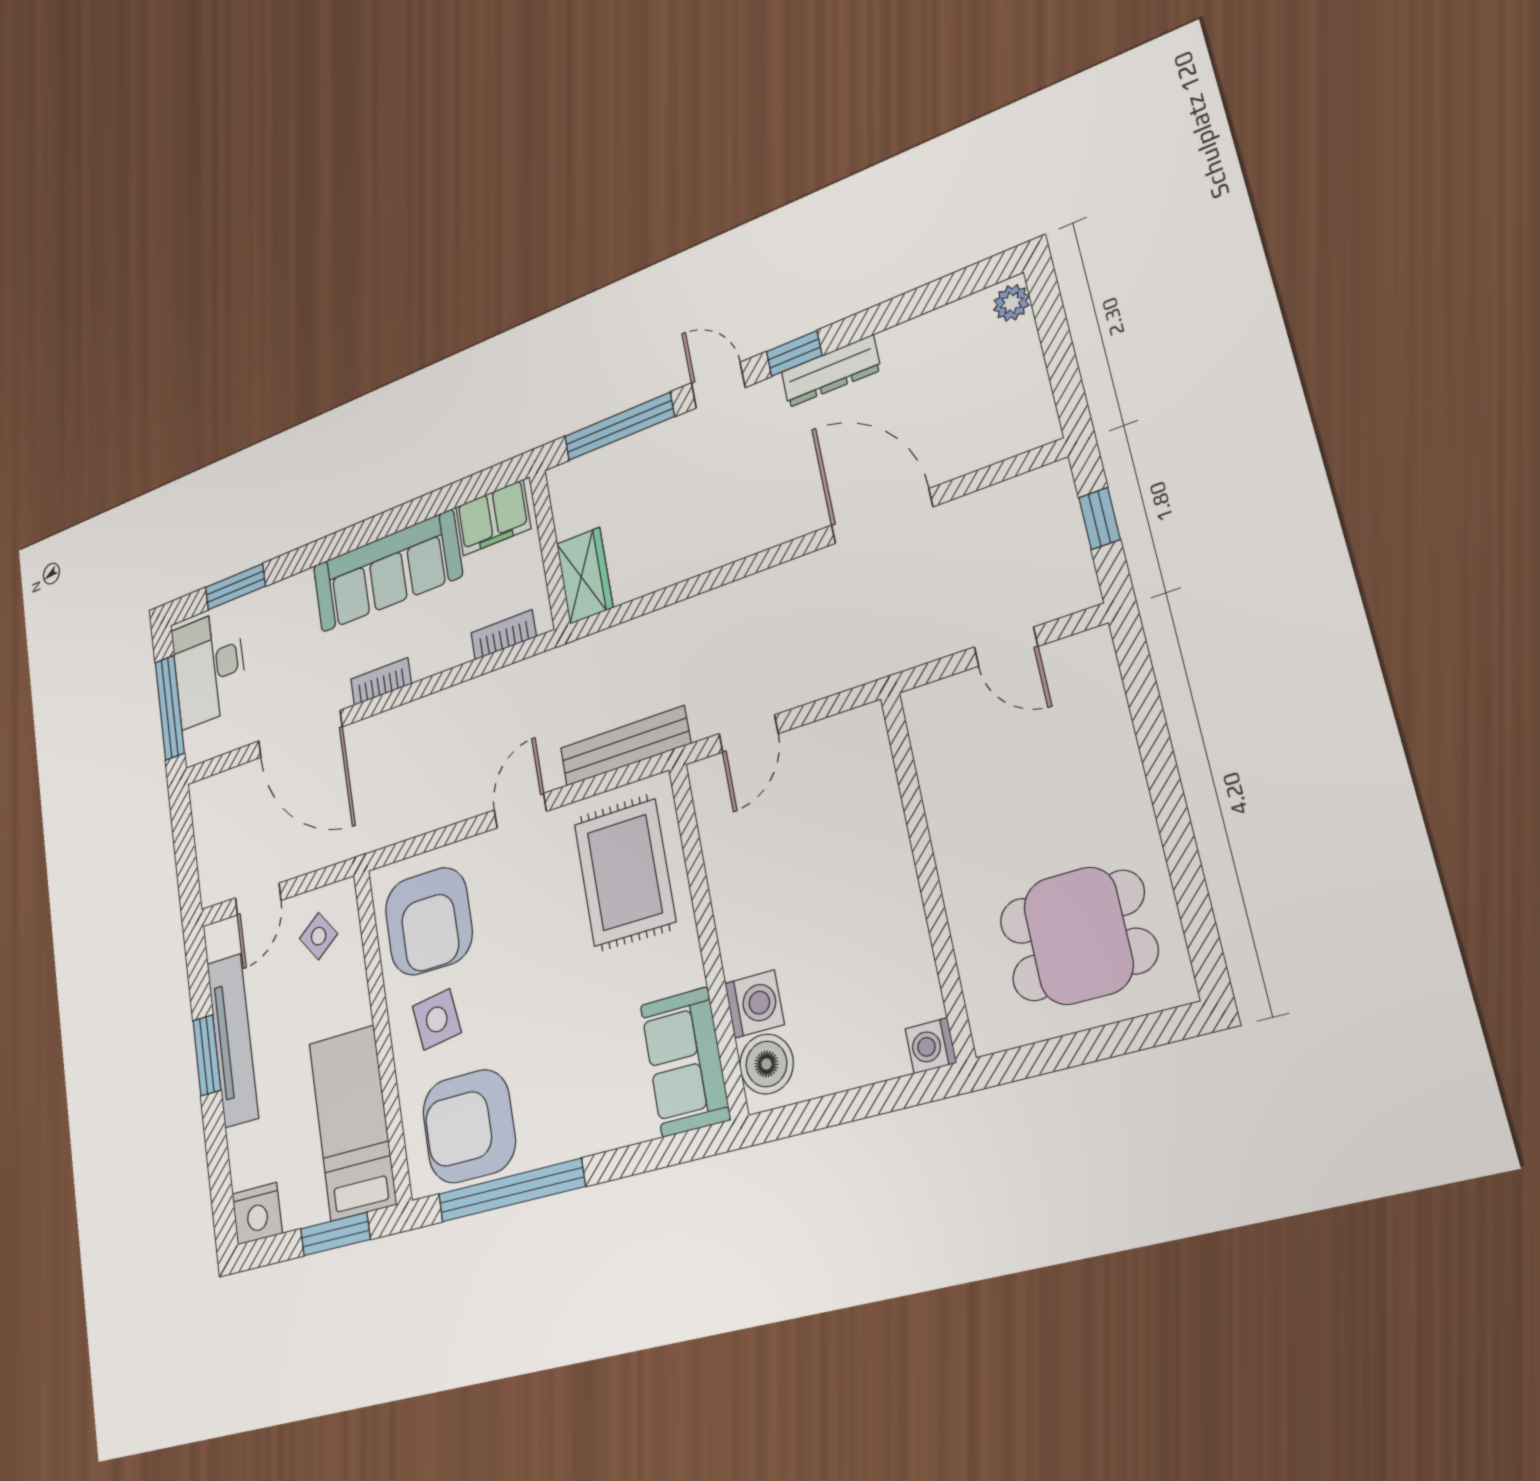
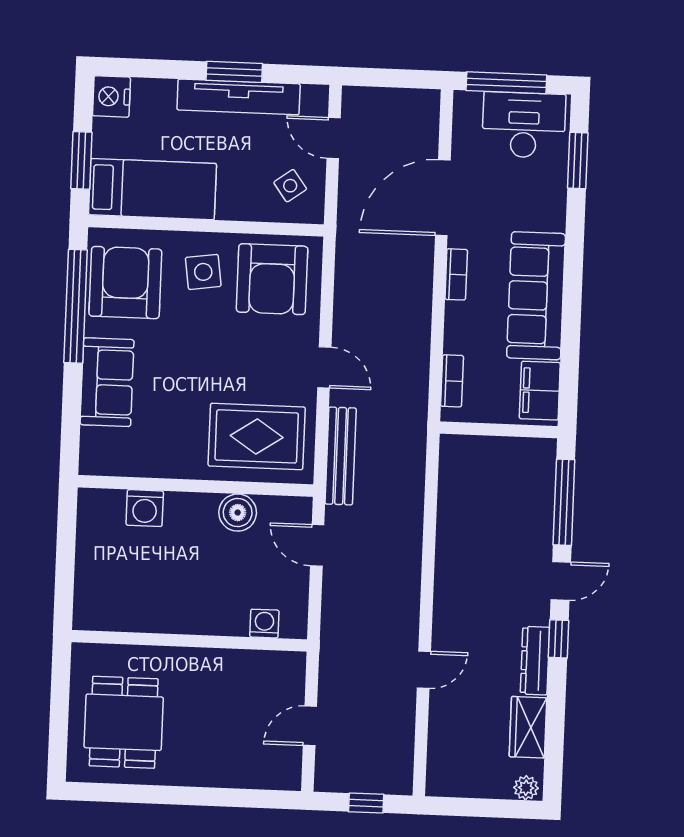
door: (882, 516) -> (424, 670), width x0.53
wardrobe: (585, 576) -> (528, 727), moved, turned 90
armchair: (429, 921) -> (272, 279), turned -90
washing machine: (931, 1046) -> (264, 624), moved
sofa: (685, 1062) -> (107, 382), moved, turned 90
boiler: (766, 1064) -> (238, 513), moved

